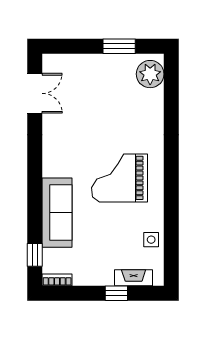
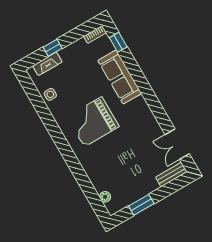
bench: (63, 61) -> (171, 175), added
plant: (150, 74) -> (105, 197), width x0.53, depth x0.53
grand piano: (119, 178) -> (93, 122), turned 180

